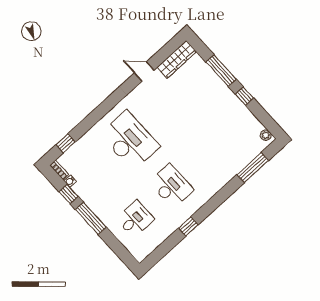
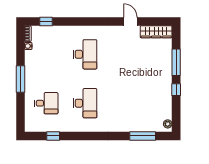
desk: (130, 141) -> (85, 54), width x0.73, depth x0.77
window: (69, 194) -> (20, 53), removed
window: (188, 226) -> (53, 136), moved

